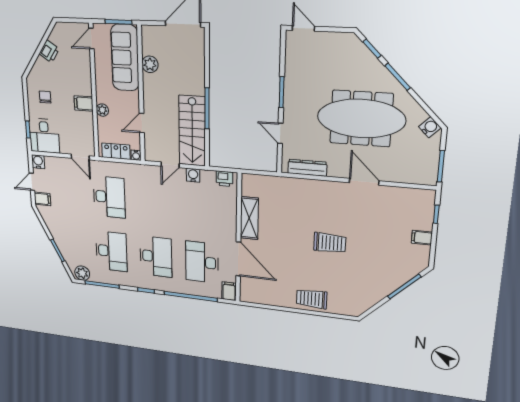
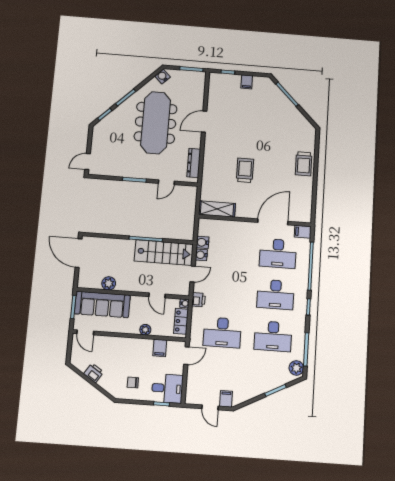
filing cabinet: (84, 103) -> (160, 348), moved
water cooler: (38, 162) -> (203, 242), moved
door: (170, 165) -> (193, 274), hinge flipped
printer: (224, 179) -> (199, 300), moved
desk: (109, 197) -> (222, 332), turned 180
shelving: (249, 218) -> (217, 209), moved
trolley: (330, 243) -> (245, 170), moved
desk: (111, 251) -> (273, 336), turned 180
desk: (156, 257) -> (275, 294), turned 180

